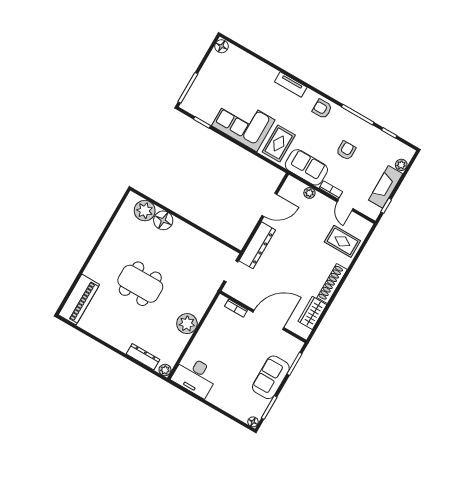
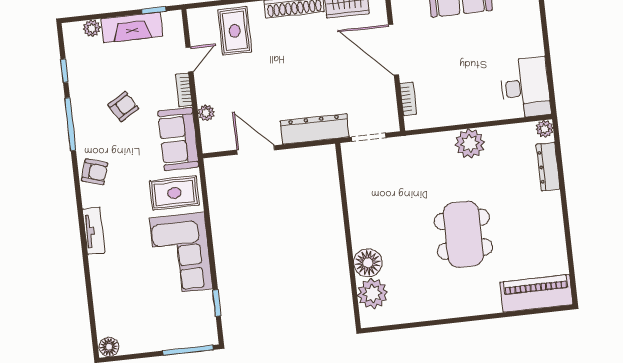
armchair: (322, 109) -> (95, 172), turned -73
armchair: (346, 150) -> (123, 106), turned 149

